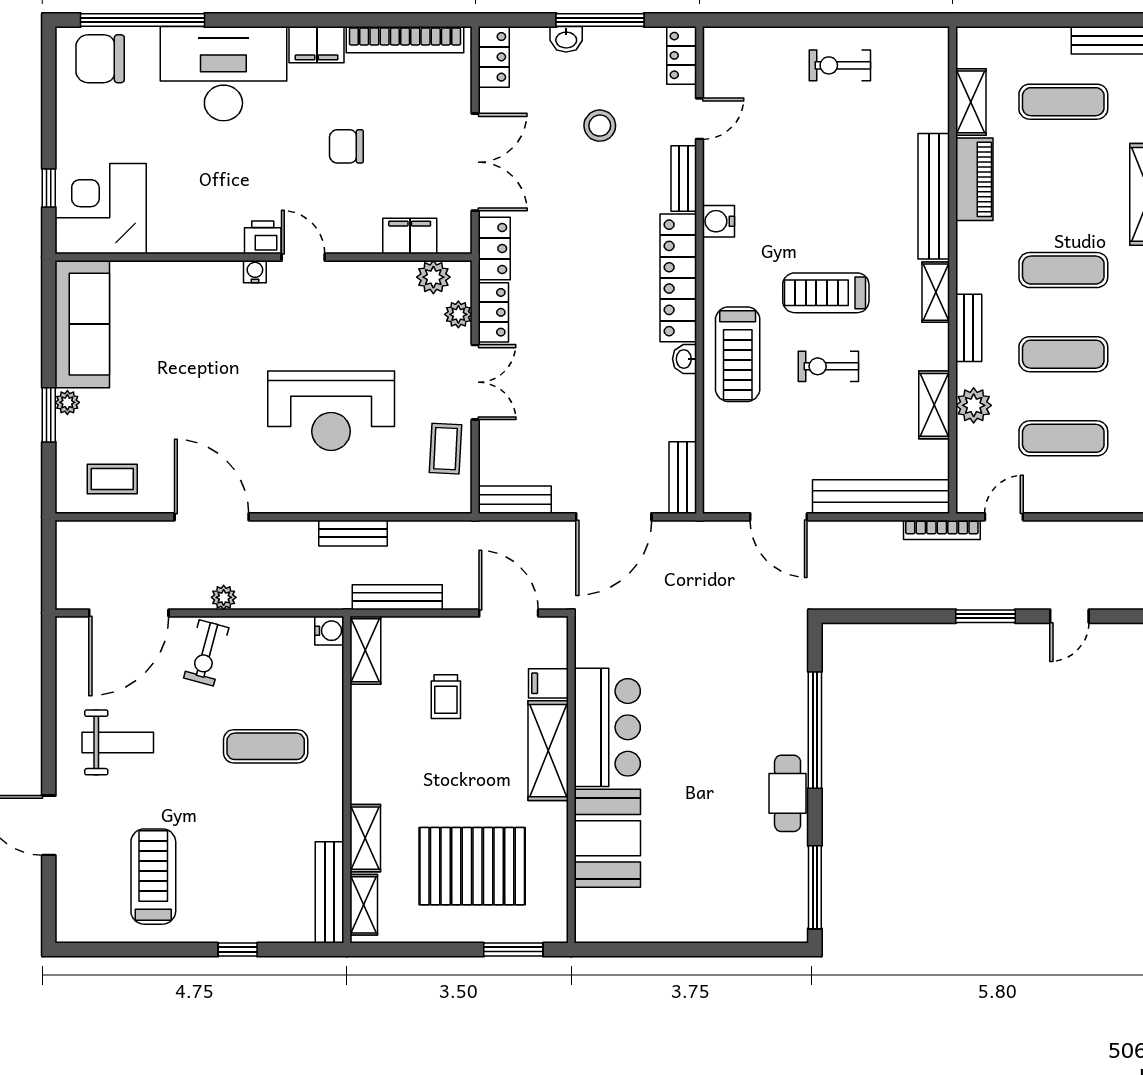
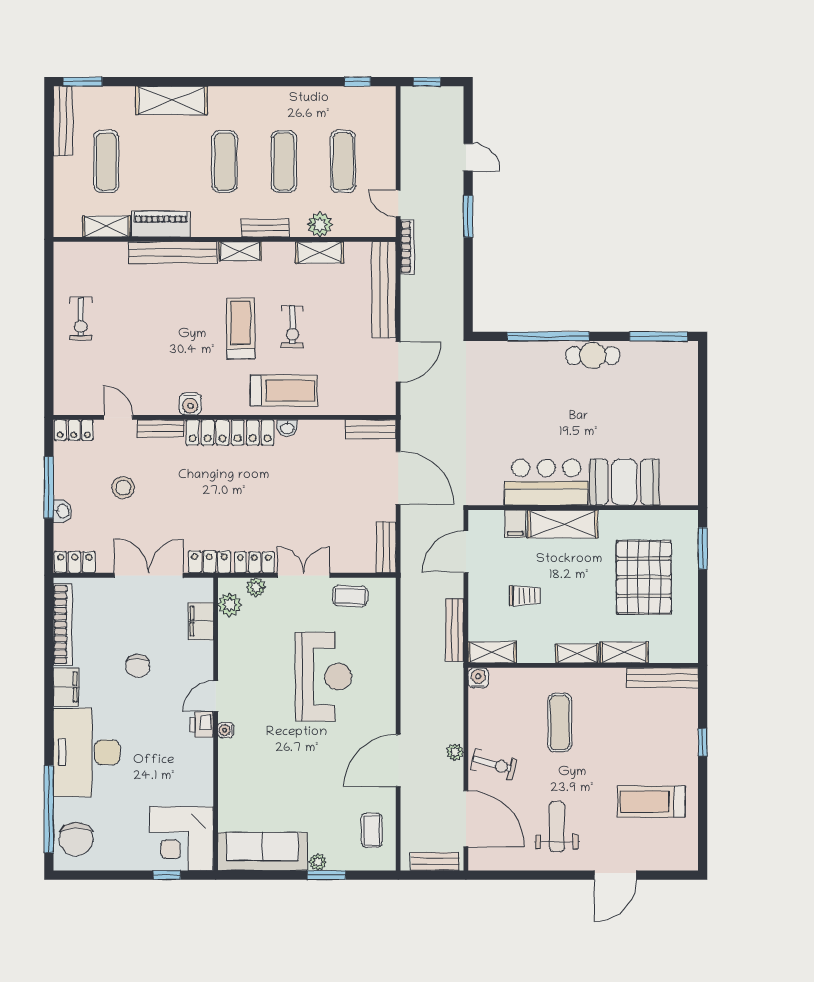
treadmill: (826, 293) -> (241, 329), turned 180
bench: (353, 533) -> (435, 861), moved, turned 90
shelving: (364, 905) -> (577, 654), moved

